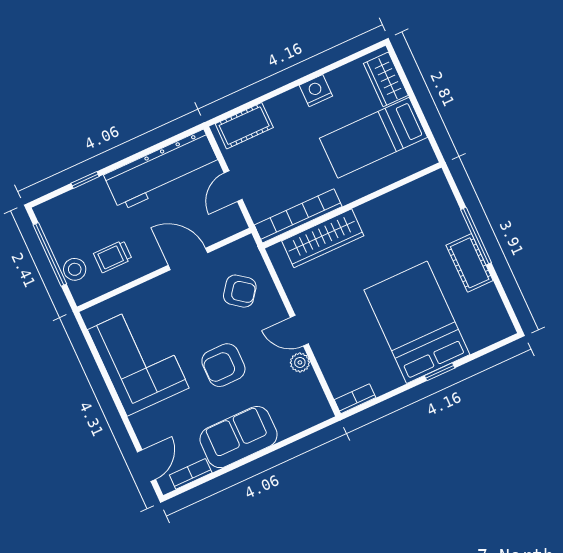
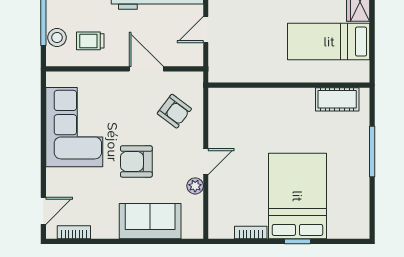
bookcase: (298, 216) -> (245, 74), removed
wardrobe: (323, 238) -> (255, 100), removed
cot: (470, 263) -> (337, 99), moved, turned 90
door: (299, 331) -> (206, 162), swing flipped
bookcase: (355, 399) -> (251, 232), moved
sofa: (239, 437) -> (150, 221), moved

